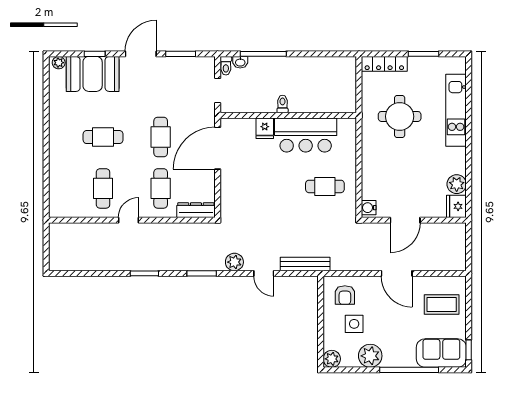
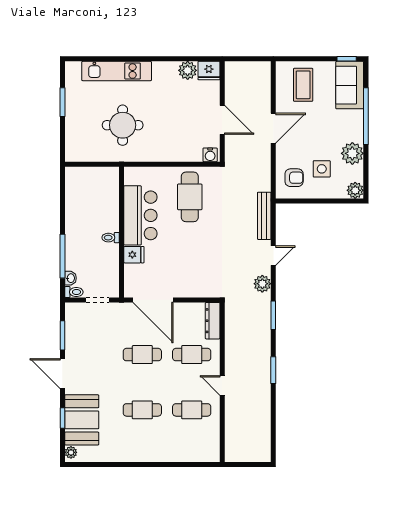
locker: (384, 64) -> (72, 140), removed
cafe table: (103, 137) -> (142, 410), turned 90
cafe table: (325, 186) -> (190, 197), width x1.37, depth x1.35

